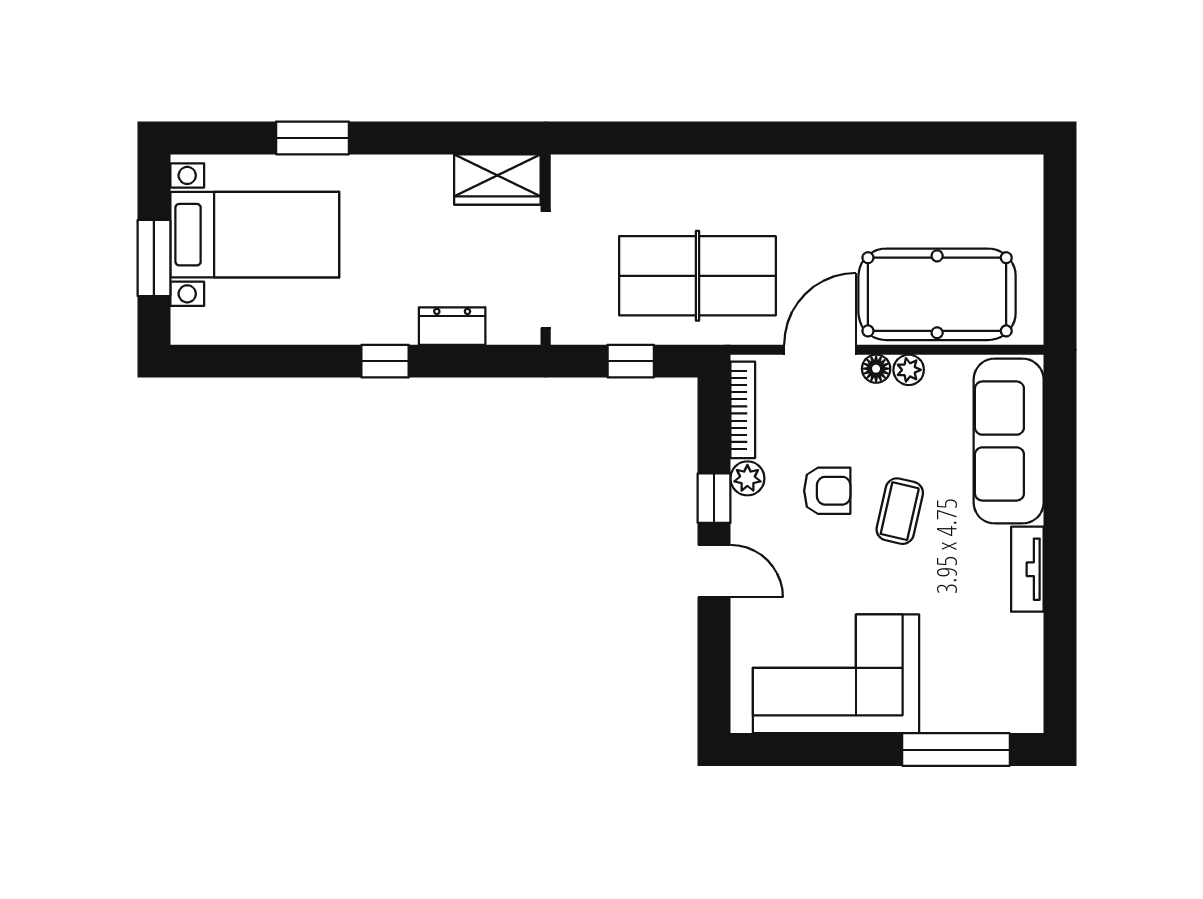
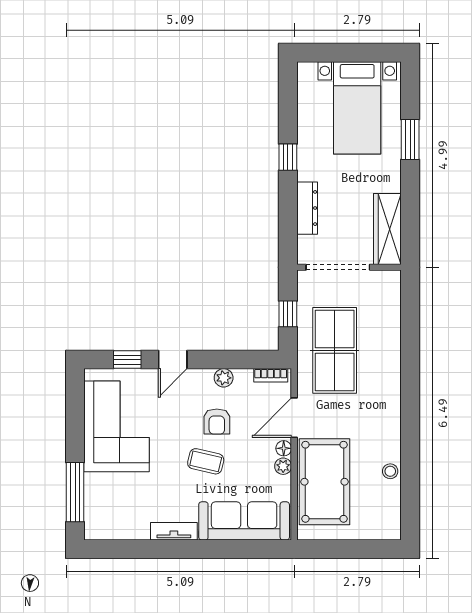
stool: (918, 174) -> (390, 471), added
wardrobe: (497, 179) -> (387, 229), width x1.50
window: (154, 258) -> (344, 53), removed
dresser: (452, 326) -> (307, 208), width x1.44
door: (820, 350) -> (294, 418), swing flipped
window: (385, 361) -> (288, 157), moved
bookcase: (743, 410) -> (271, 375), width x0.64
window: (714, 498) -> (127, 360), moved

